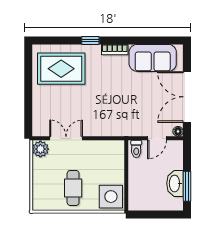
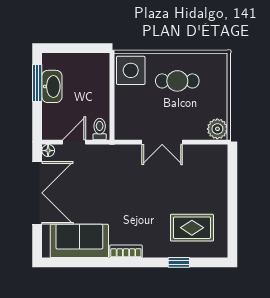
window: (90, 40) -> (179, 262), moved
rug: (61, 69) -> (192, 228), width x0.73, depth x0.70
double door: (66, 138) -> (162, 142), moved
cafe table: (73, 188) -> (177, 81), turned 90

